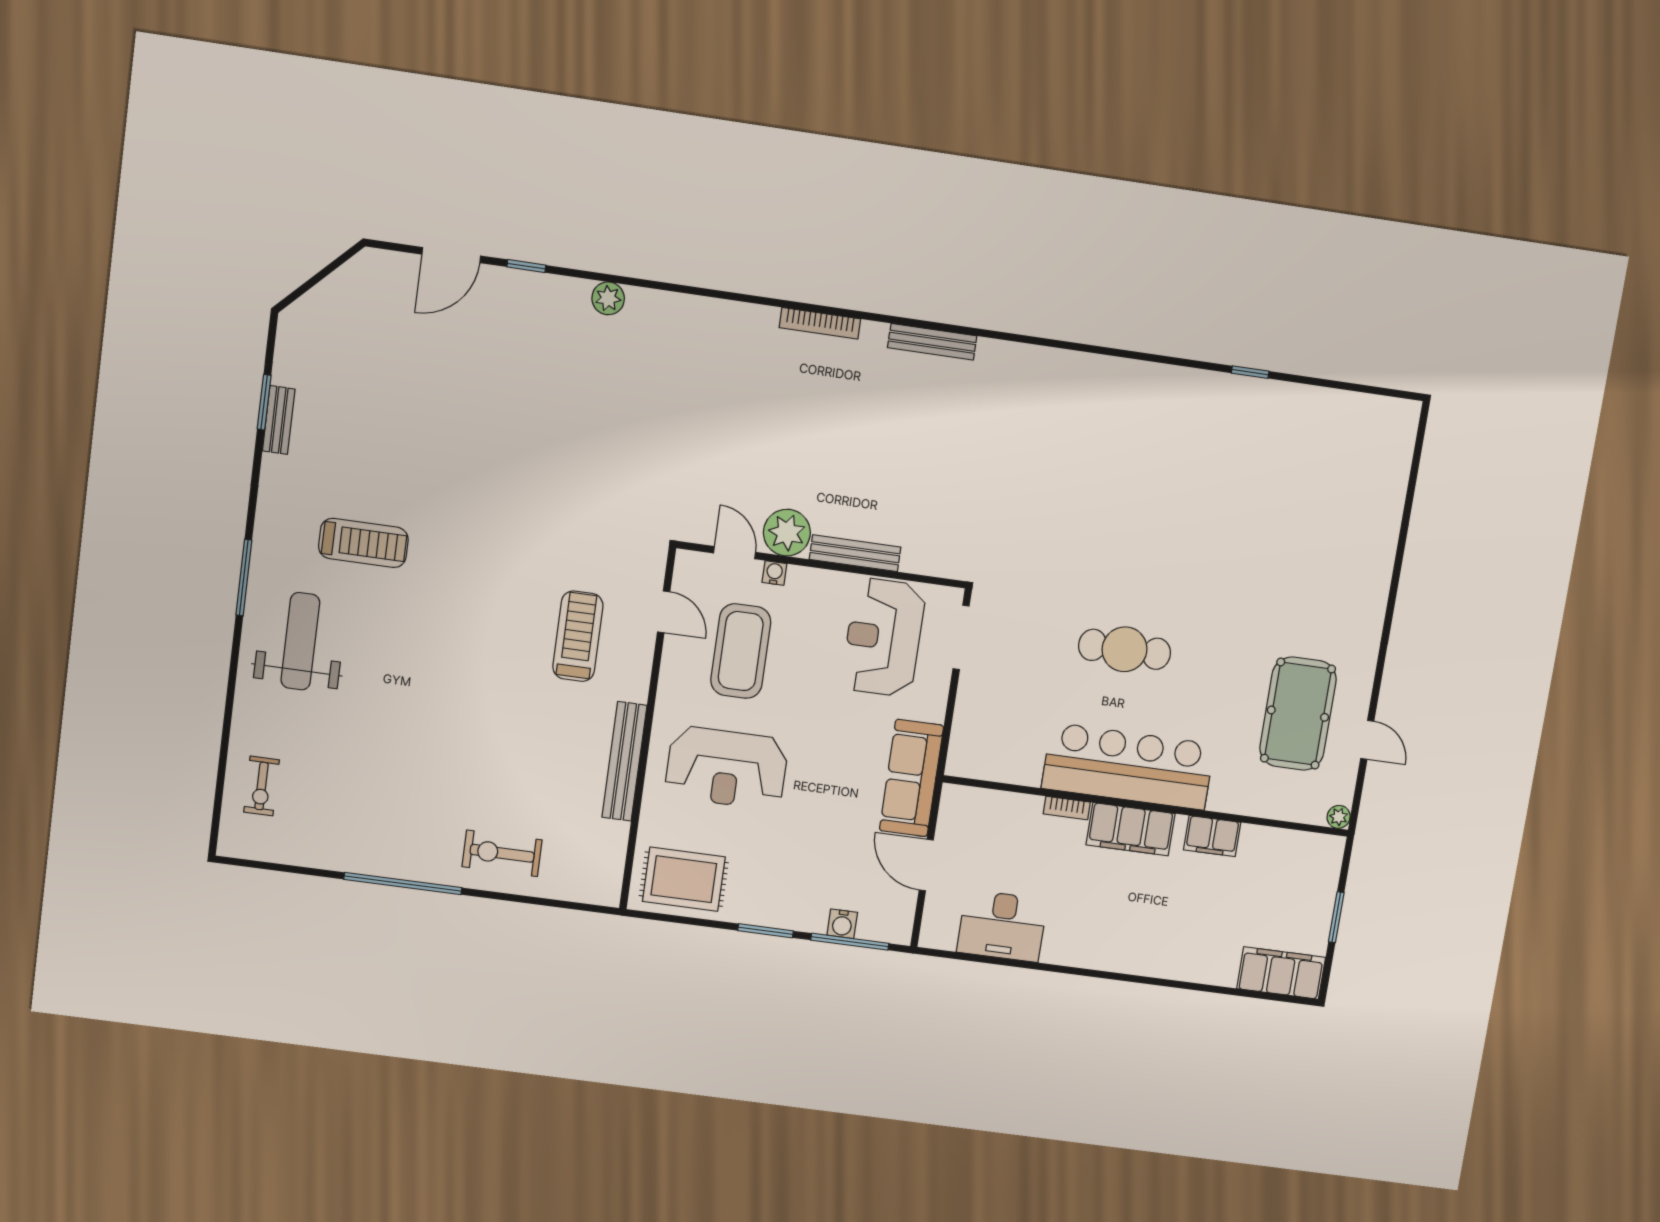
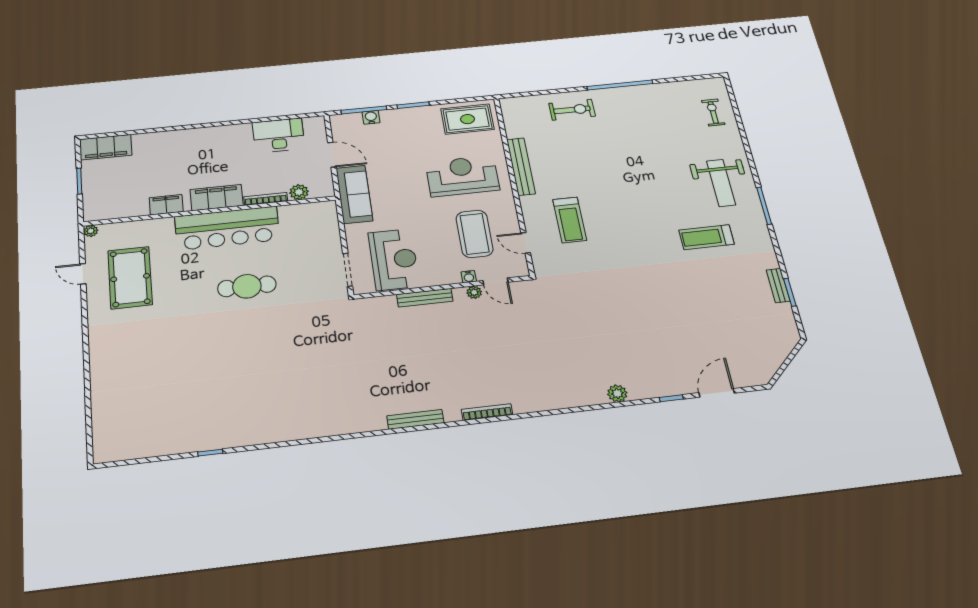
plant: (787, 533) -> (474, 292), width x0.53, depth x0.53
plant: (998, 806) -> (299, 192), added
bookcase: (1067, 808) -> (266, 199), width x1.56

